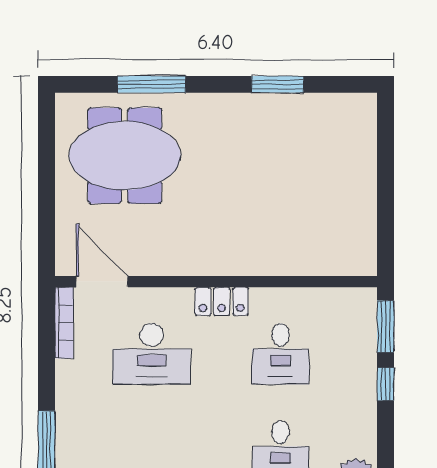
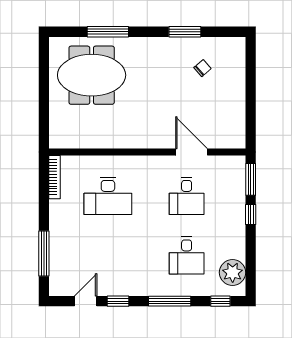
chair: (306, 144) -> (202, 68), added
door: (102, 282) -> (192, 152), moved
locker: (222, 301) -> (151, 164), removed

